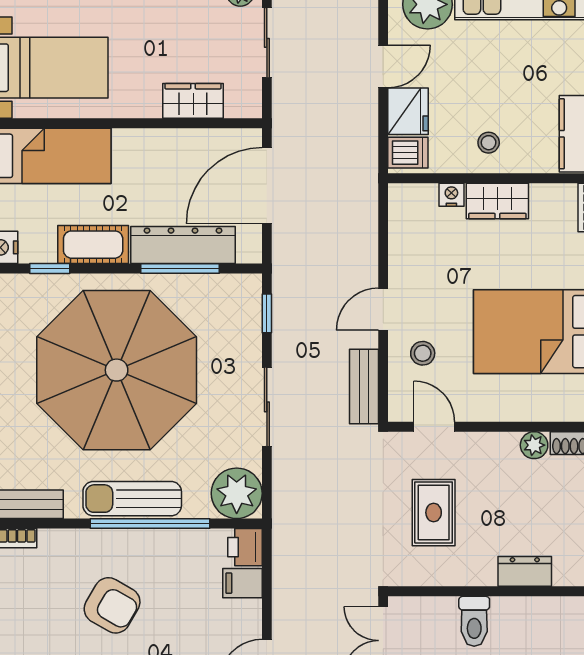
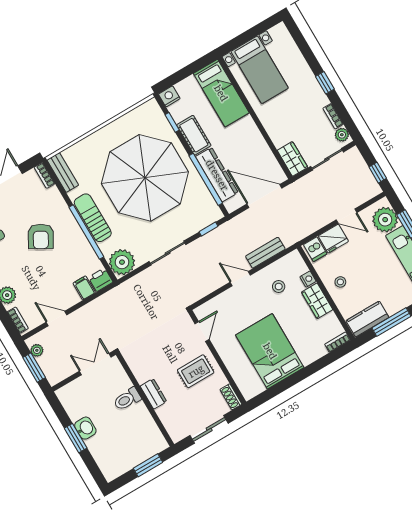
wardrobe: (193, 101) -> (292, 159), moved
window: (180, 269) -> (206, 179), width x1.46
stool: (423, 353) -> (279, 286), moved
bench: (364, 387) -> (265, 253), moved
plant: (534, 445) -> (220, 380), removed
rug: (434, 513) -> (196, 371), moved
dresser: (525, 571) -> (153, 394), moved

